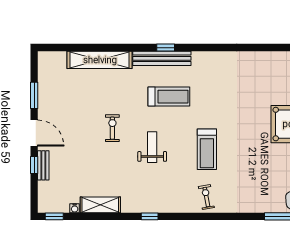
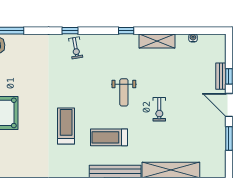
treadmill: (207, 149) -> (66, 126), moved
shelving: (100, 205) -> (157, 41), moved
window: (54, 216) -> (70, 31), moved

